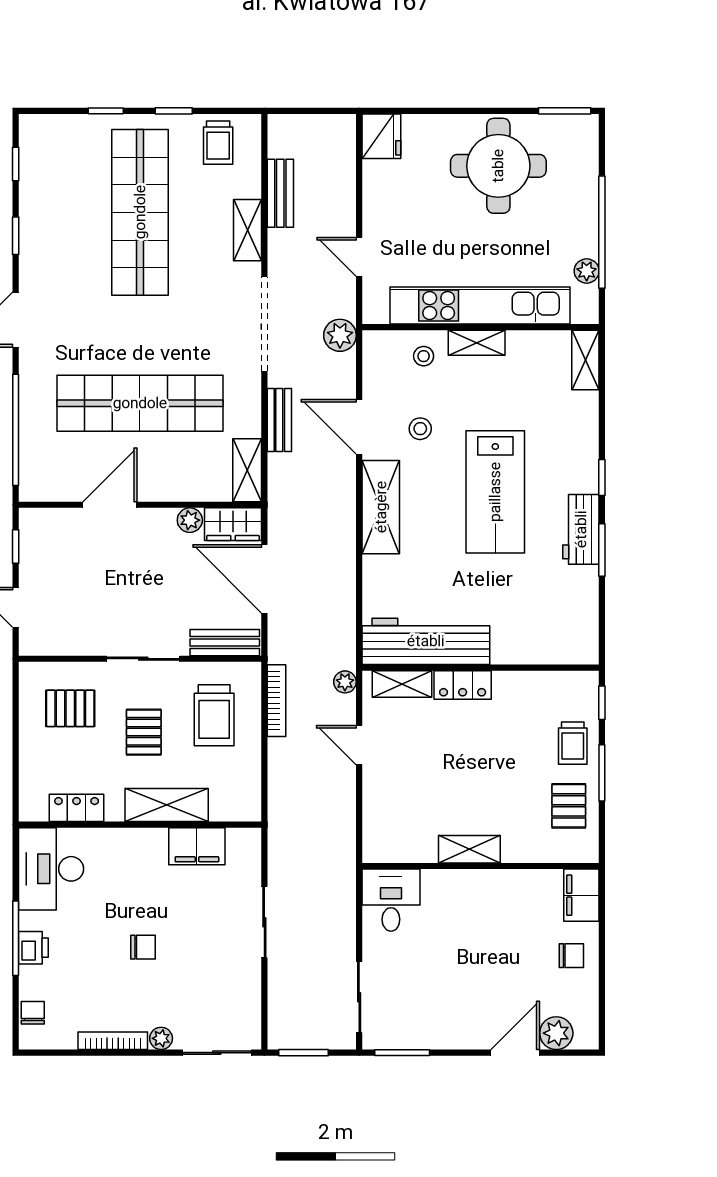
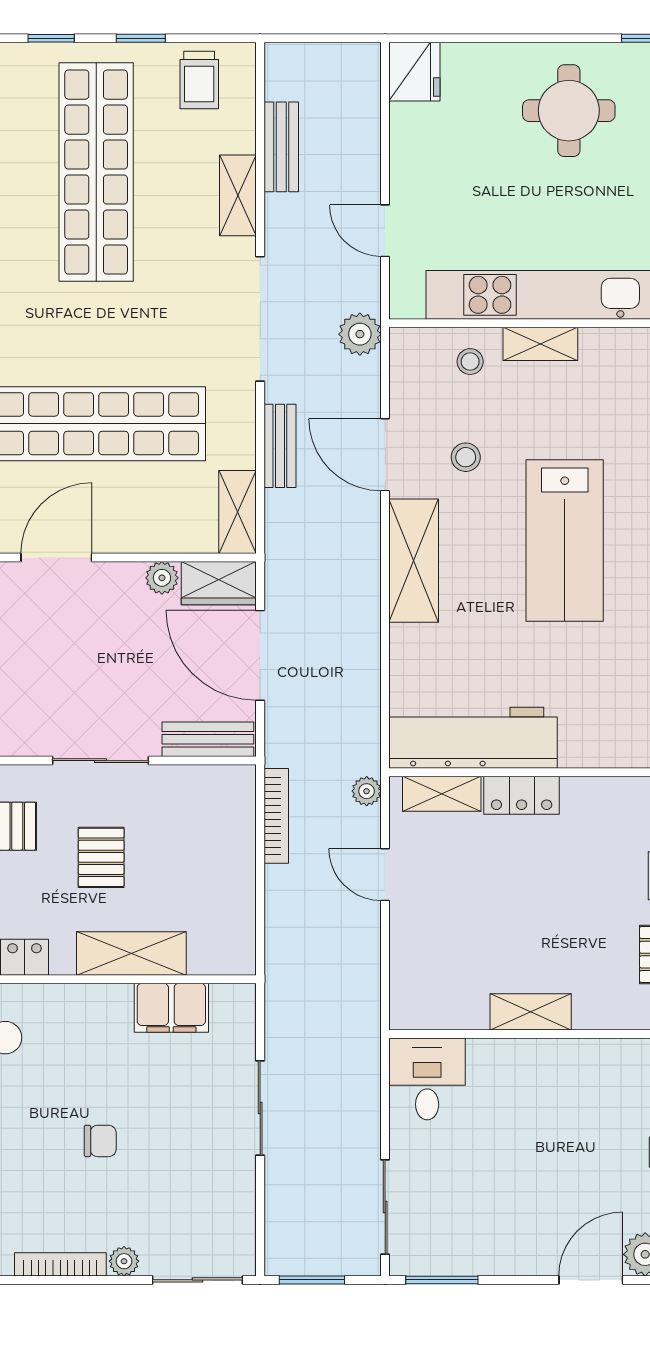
round table: (498, 166) -> (569, 111), width x0.73, depth x0.73
trolley: (214, 715) -> (194, 835), removed

